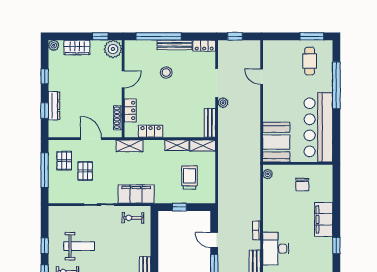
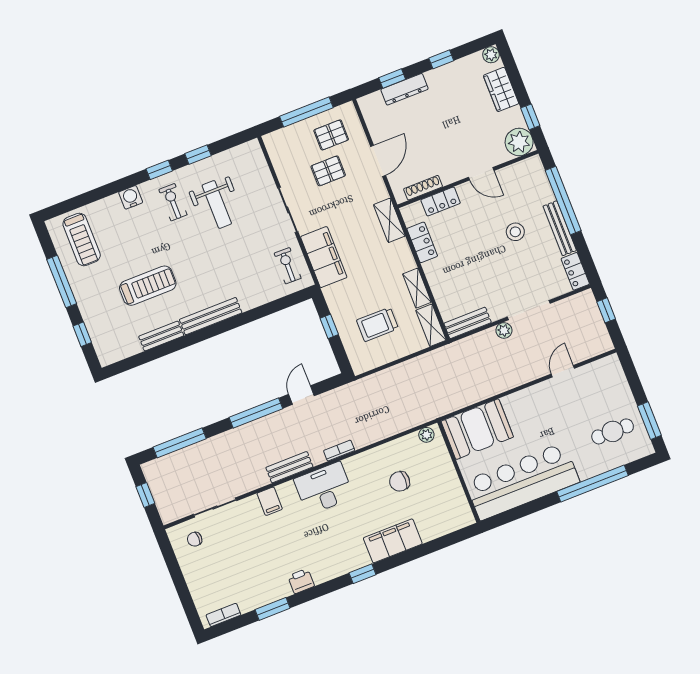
trolley: (189, 178) -> (377, 324), turned 180
chair: (302, 185) -> (400, 481), moved

